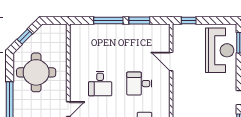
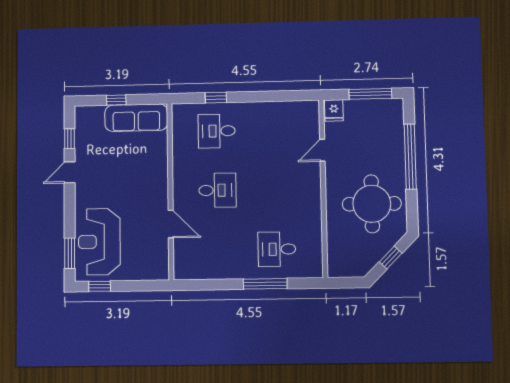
window: (139, 20) -> (219, 284), removed
window: (189, 20) -> (100, 286), moved
desk: (100, 84) -> (277, 249), moved, turned -90

